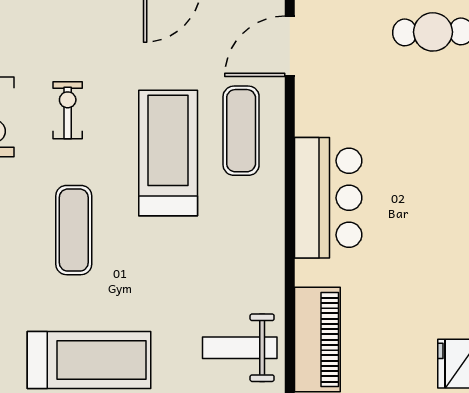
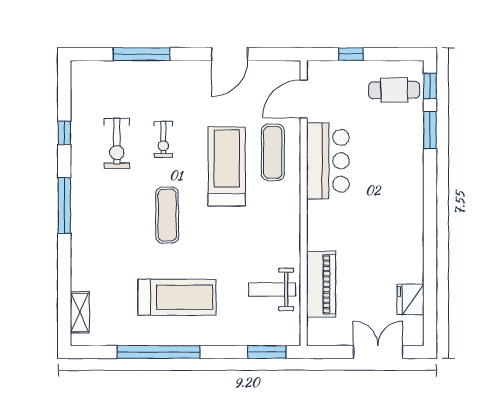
exercise bike: (68, 110) -> (163, 139), turned 180
bar counter: (328, 198) -> (328, 161), moved

